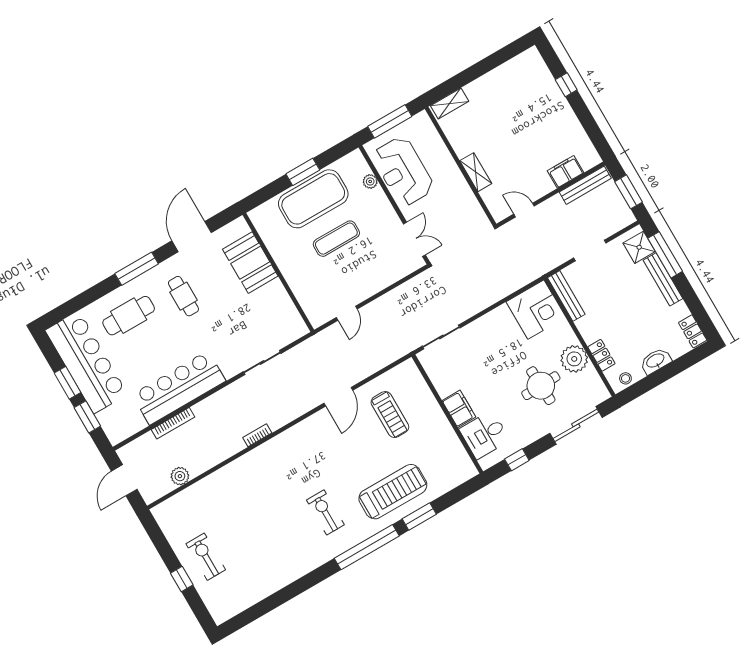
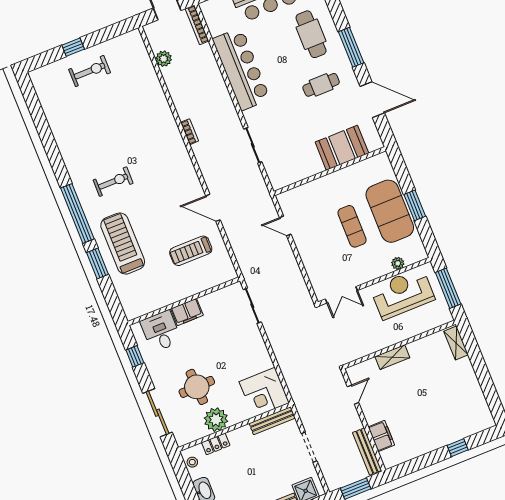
bookcase: (173, 423) -> (197, 25), moved
treadmill: (393, 492) -> (123, 244), turned 180

